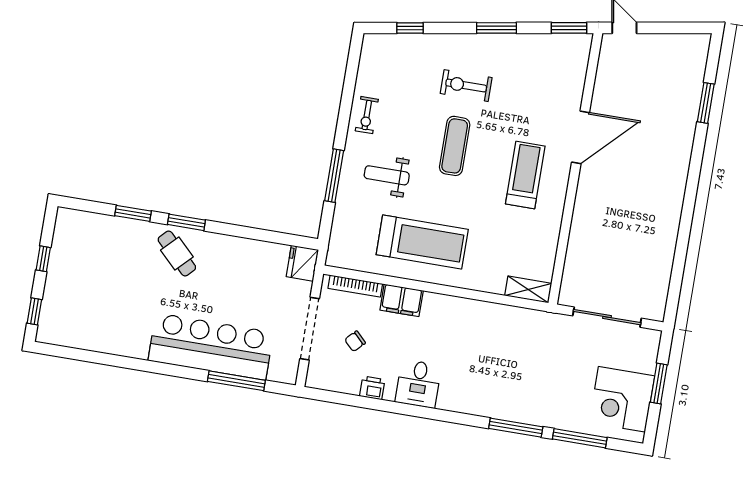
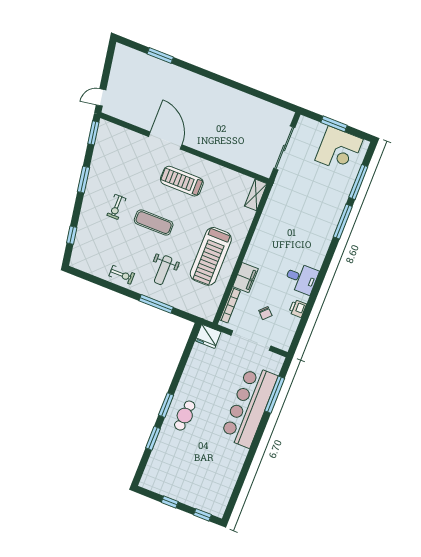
exercise bike: (466, 86) -> (116, 207), width x0.73, depth x0.72
treadmill: (422, 242) -> (211, 256), turned 180
cafe table: (177, 253) -> (185, 416), turned -40

